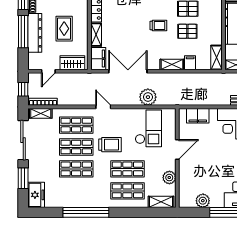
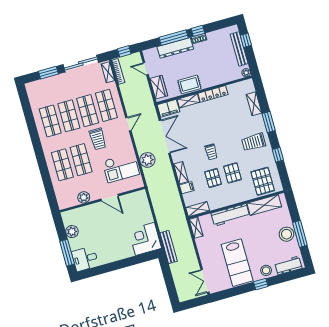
rug: (64, 29) -> (189, 84), moved
filing cabinet: (198, 116) -> (143, 207), removed
shop shelf: (76, 191) -> (50, 121), added
freezer: (36, 195) -> (37, 88), removed
shelving: (161, 202) -> (61, 196), removed
window: (86, 212) -> (34, 134), removed

